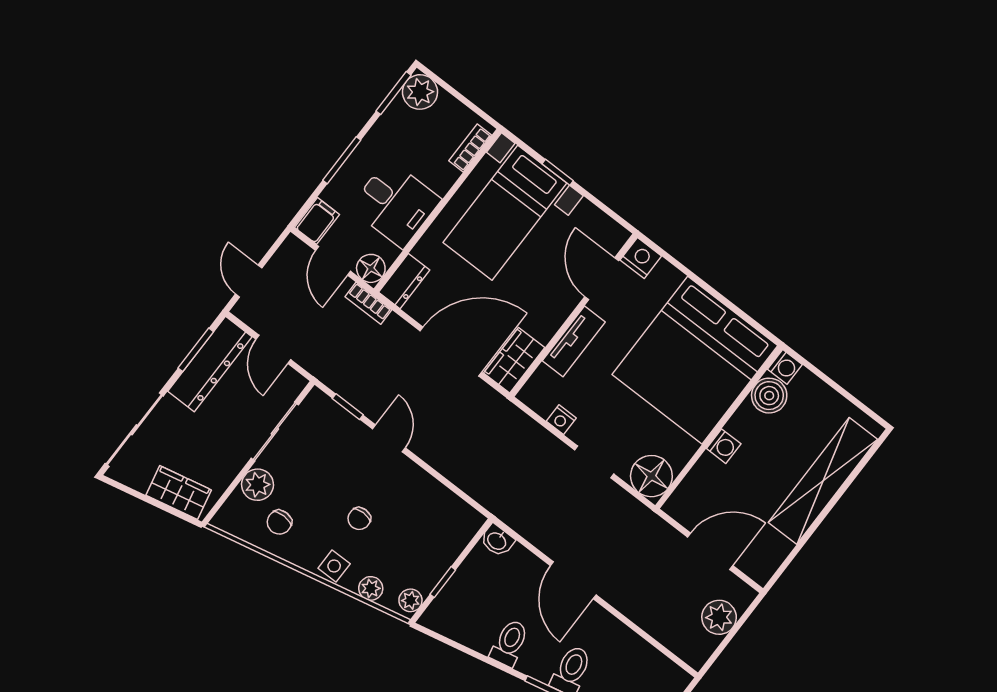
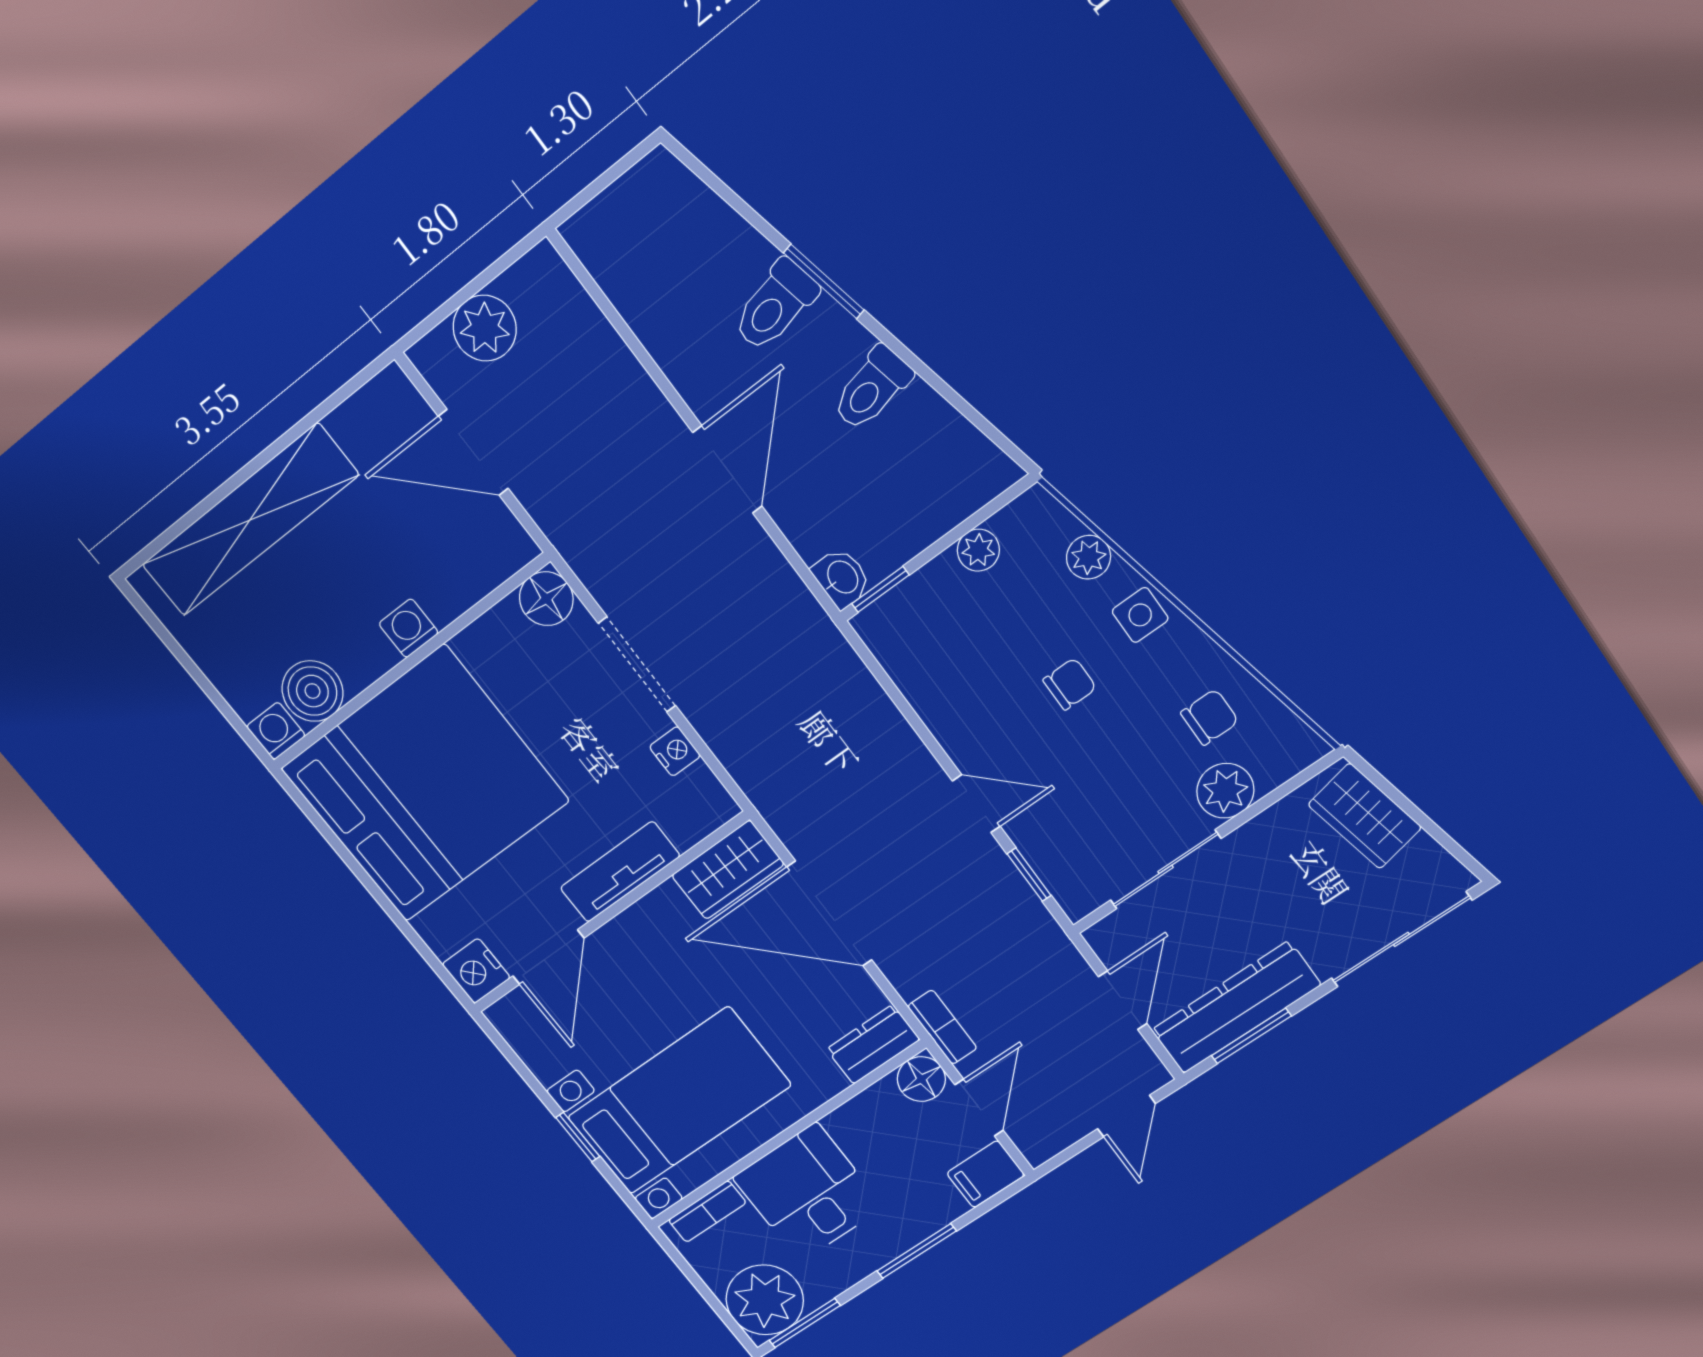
plant: (420, 92) -> (765, 1300), width x1.36, depth x1.36
desk: (395, 204) -> (808, 1192), moved
door: (389, 438) -> (976, 804), swing flipped
doorway: (594, 462) -> (637, 665), width x1.38
floor lamp: (651, 476) -> (546, 599), width x0.73, depth x0.73
window: (443, 582) -> (880, 589), moved
plant: (410, 600) -> (978, 550), moved

